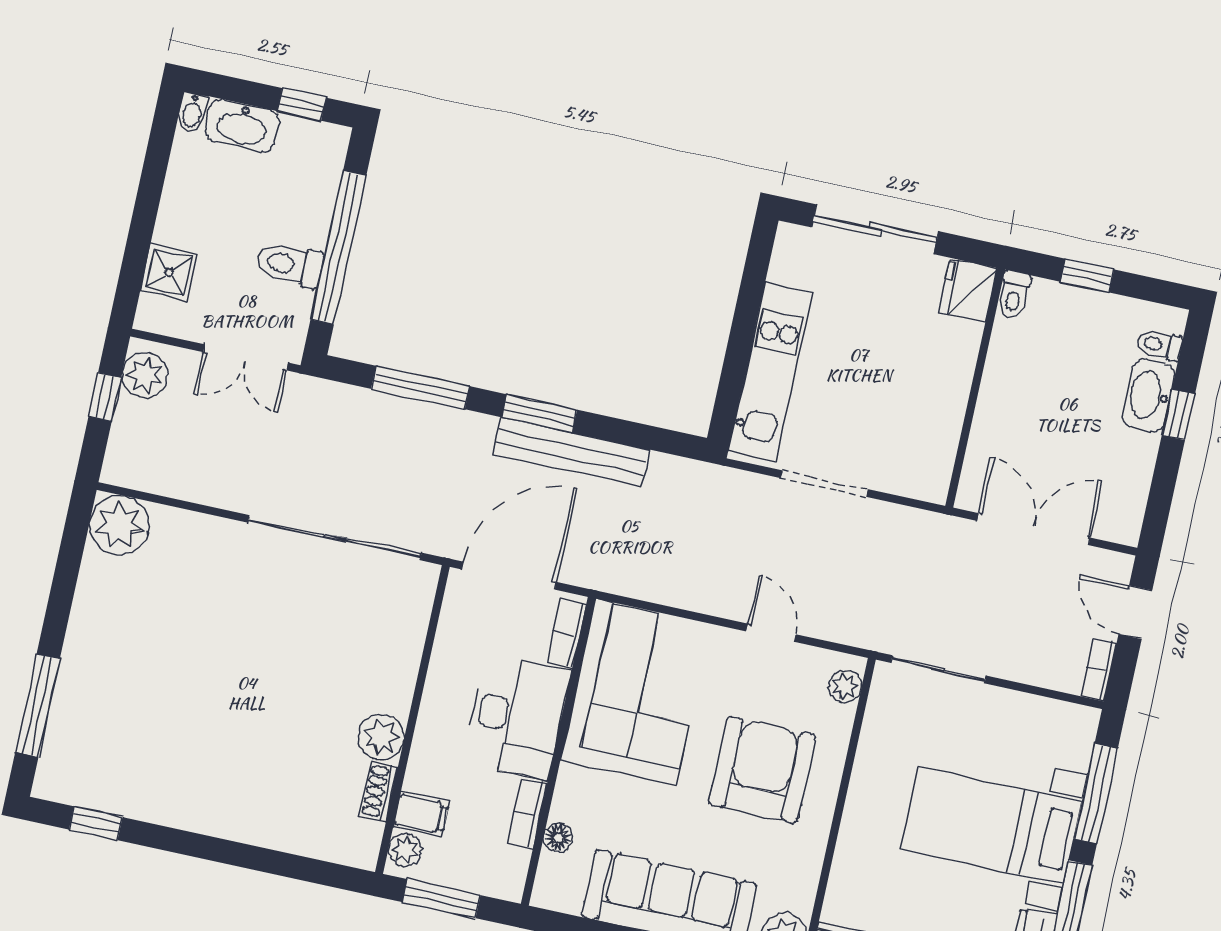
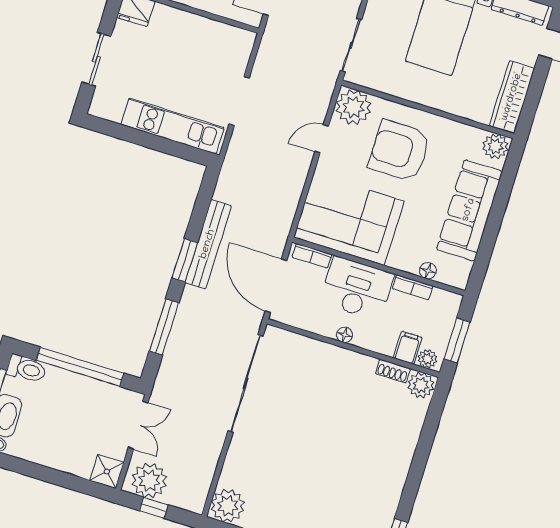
sliding door: (875, 229) -> (96, 59), width x0.73
toilet: (290, 265) -> (26, 369), moved, turned -90
shower: (169, 272) -> (107, 471), moved
plant: (145, 375) -> (149, 480), width x1.36, depth x1.36
plant: (845, 686) -> (353, 107), width x1.87, depth x1.87
floor lamp: (434, 702) -> (345, 335), added
plant: (381, 737) -> (421, 385), moved

